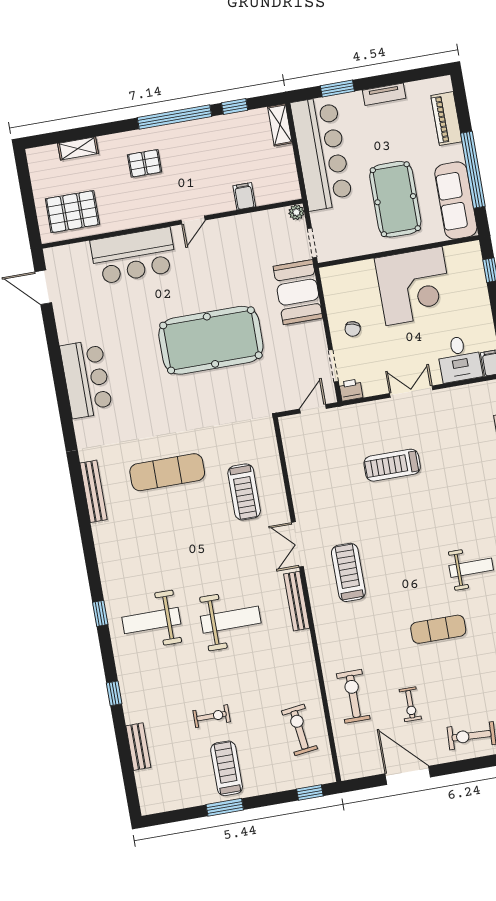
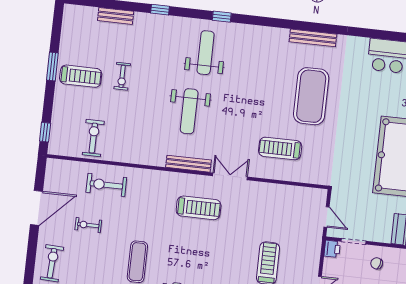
exercise mat: (167, 472) -> (311, 96), width x1.47
exercise bike: (353, 696) -> (106, 185), turned 180
exercise bike: (300, 730) -> (93, 138), turned -83

